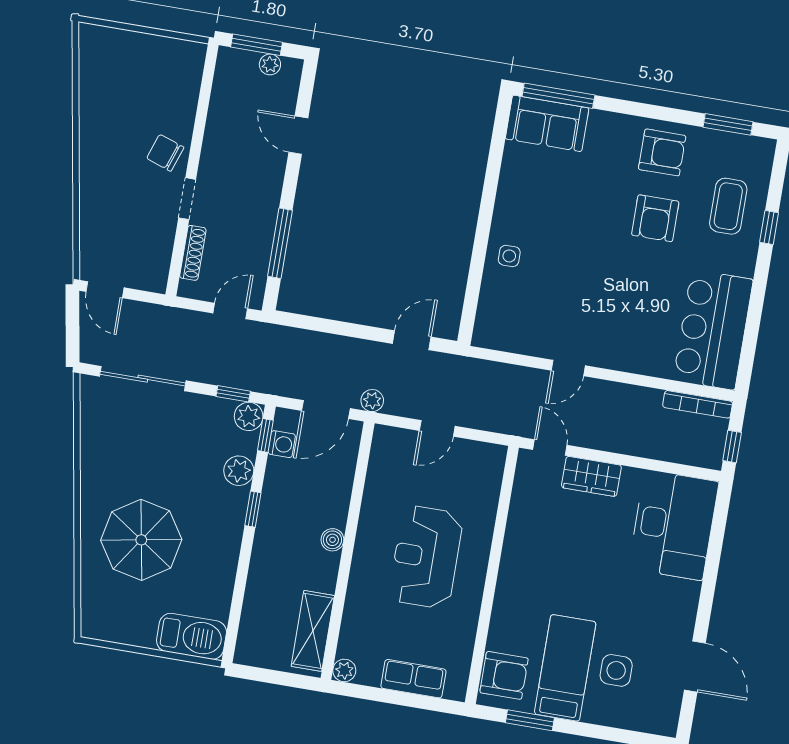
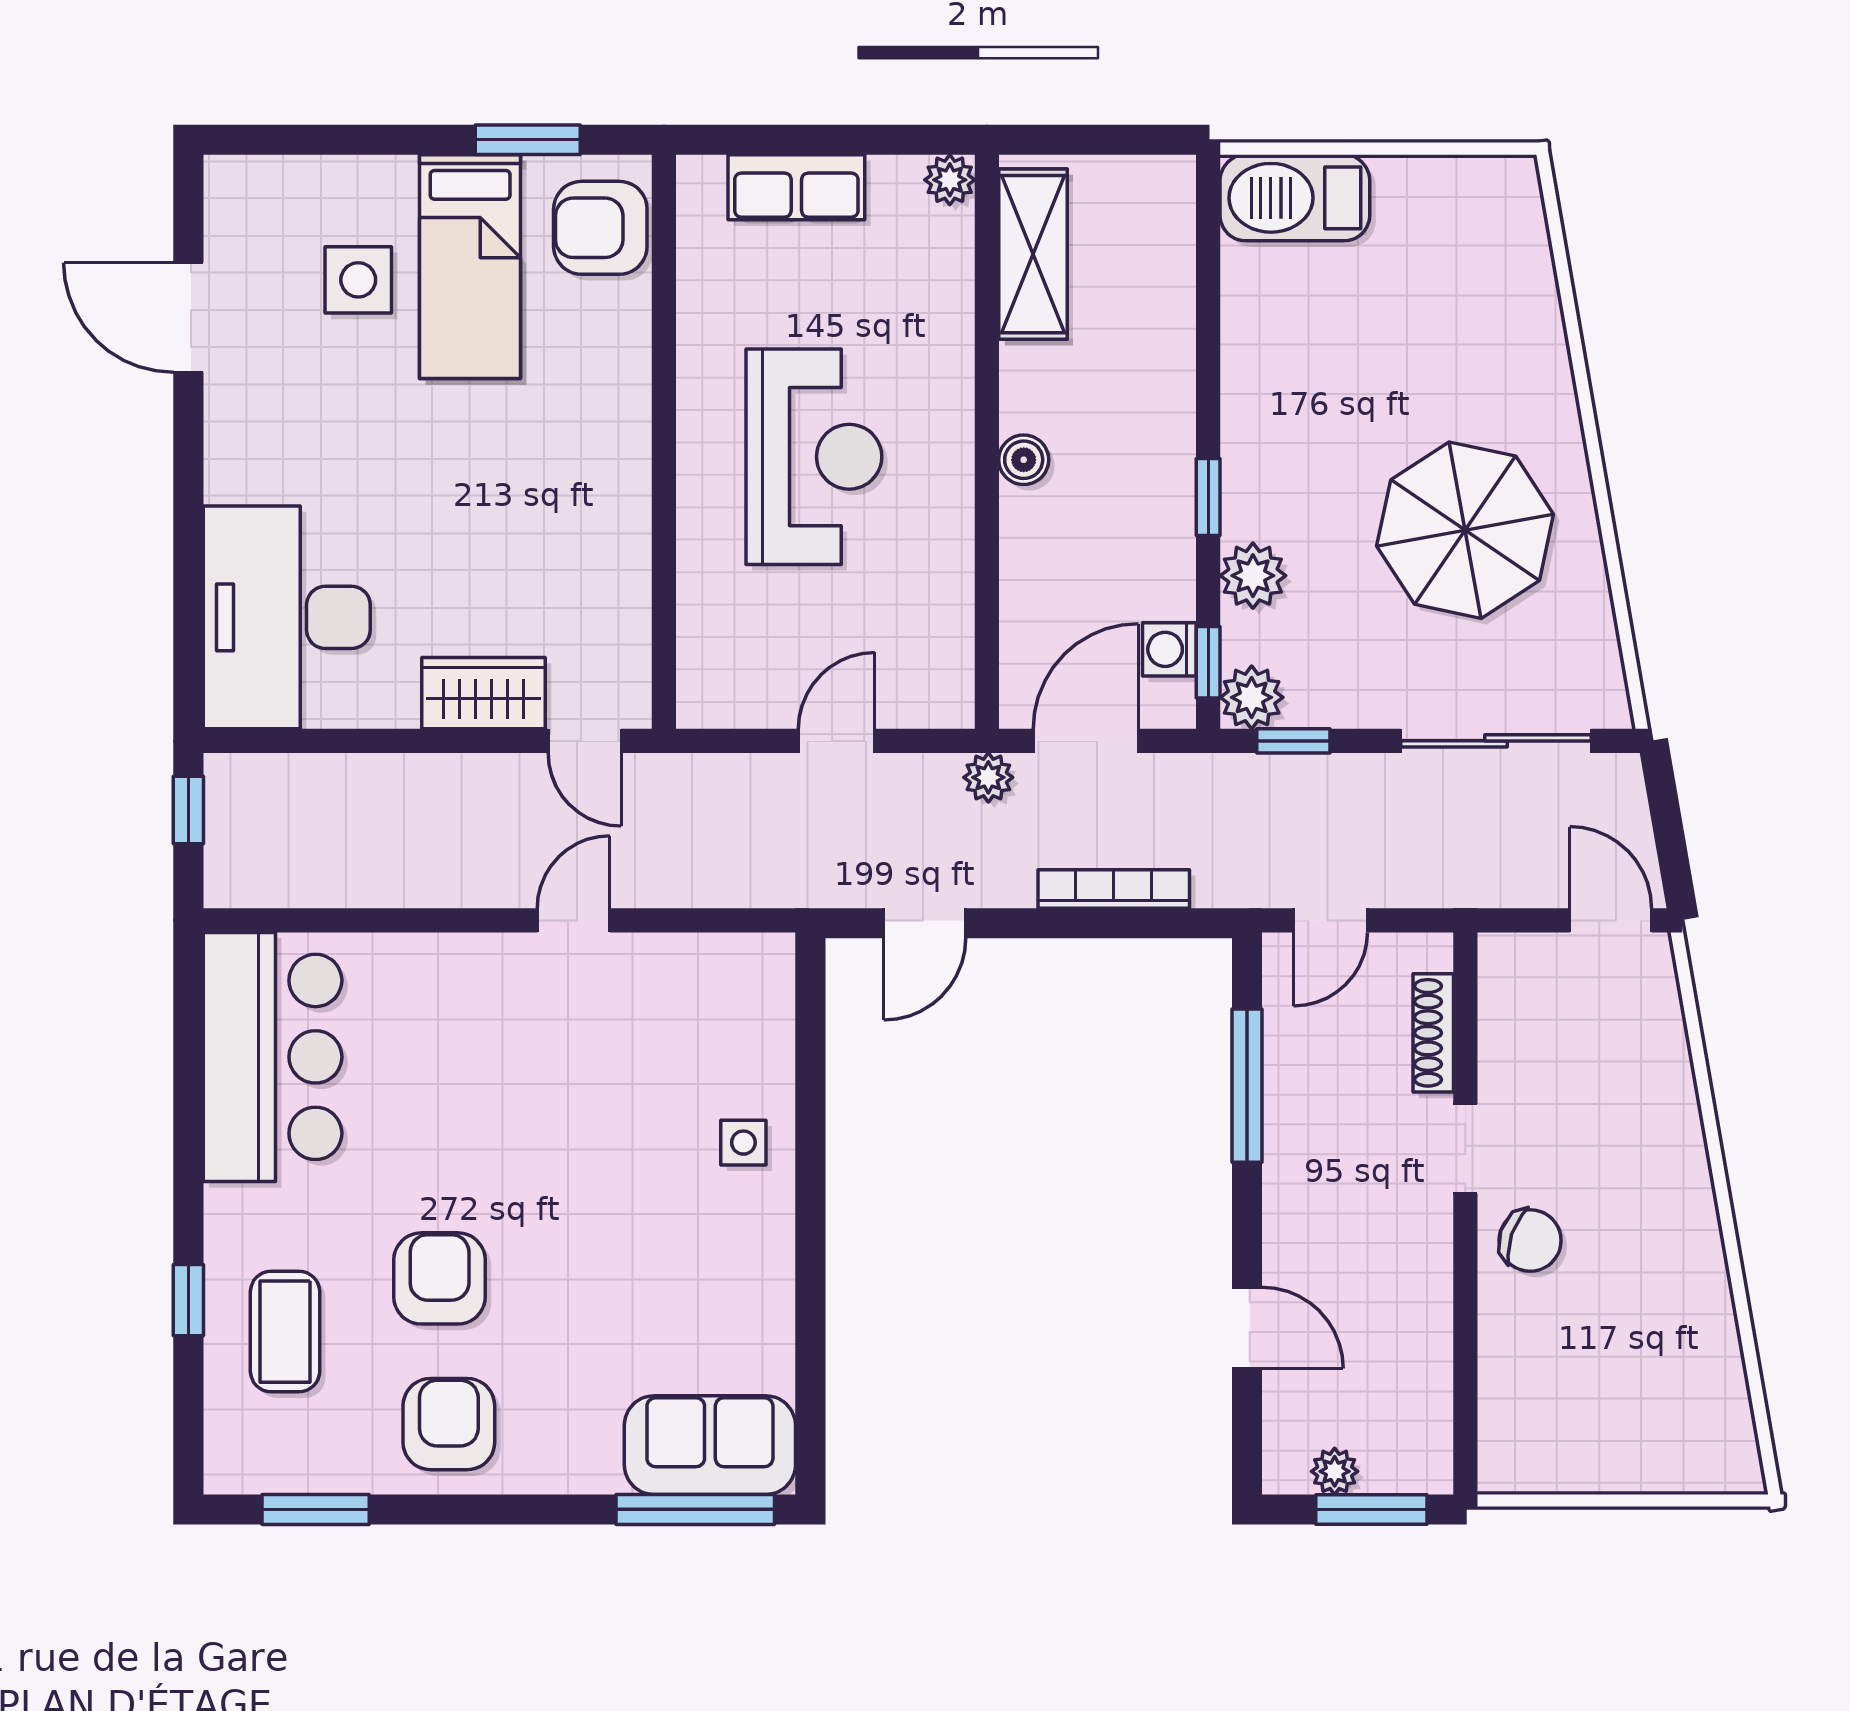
armchair: (662, 152) -> (449, 1424), turned 90
bookcase: (698, 404) -> (1114, 889), moved
parasol: (141, 540) -> (1465, 530), moved

